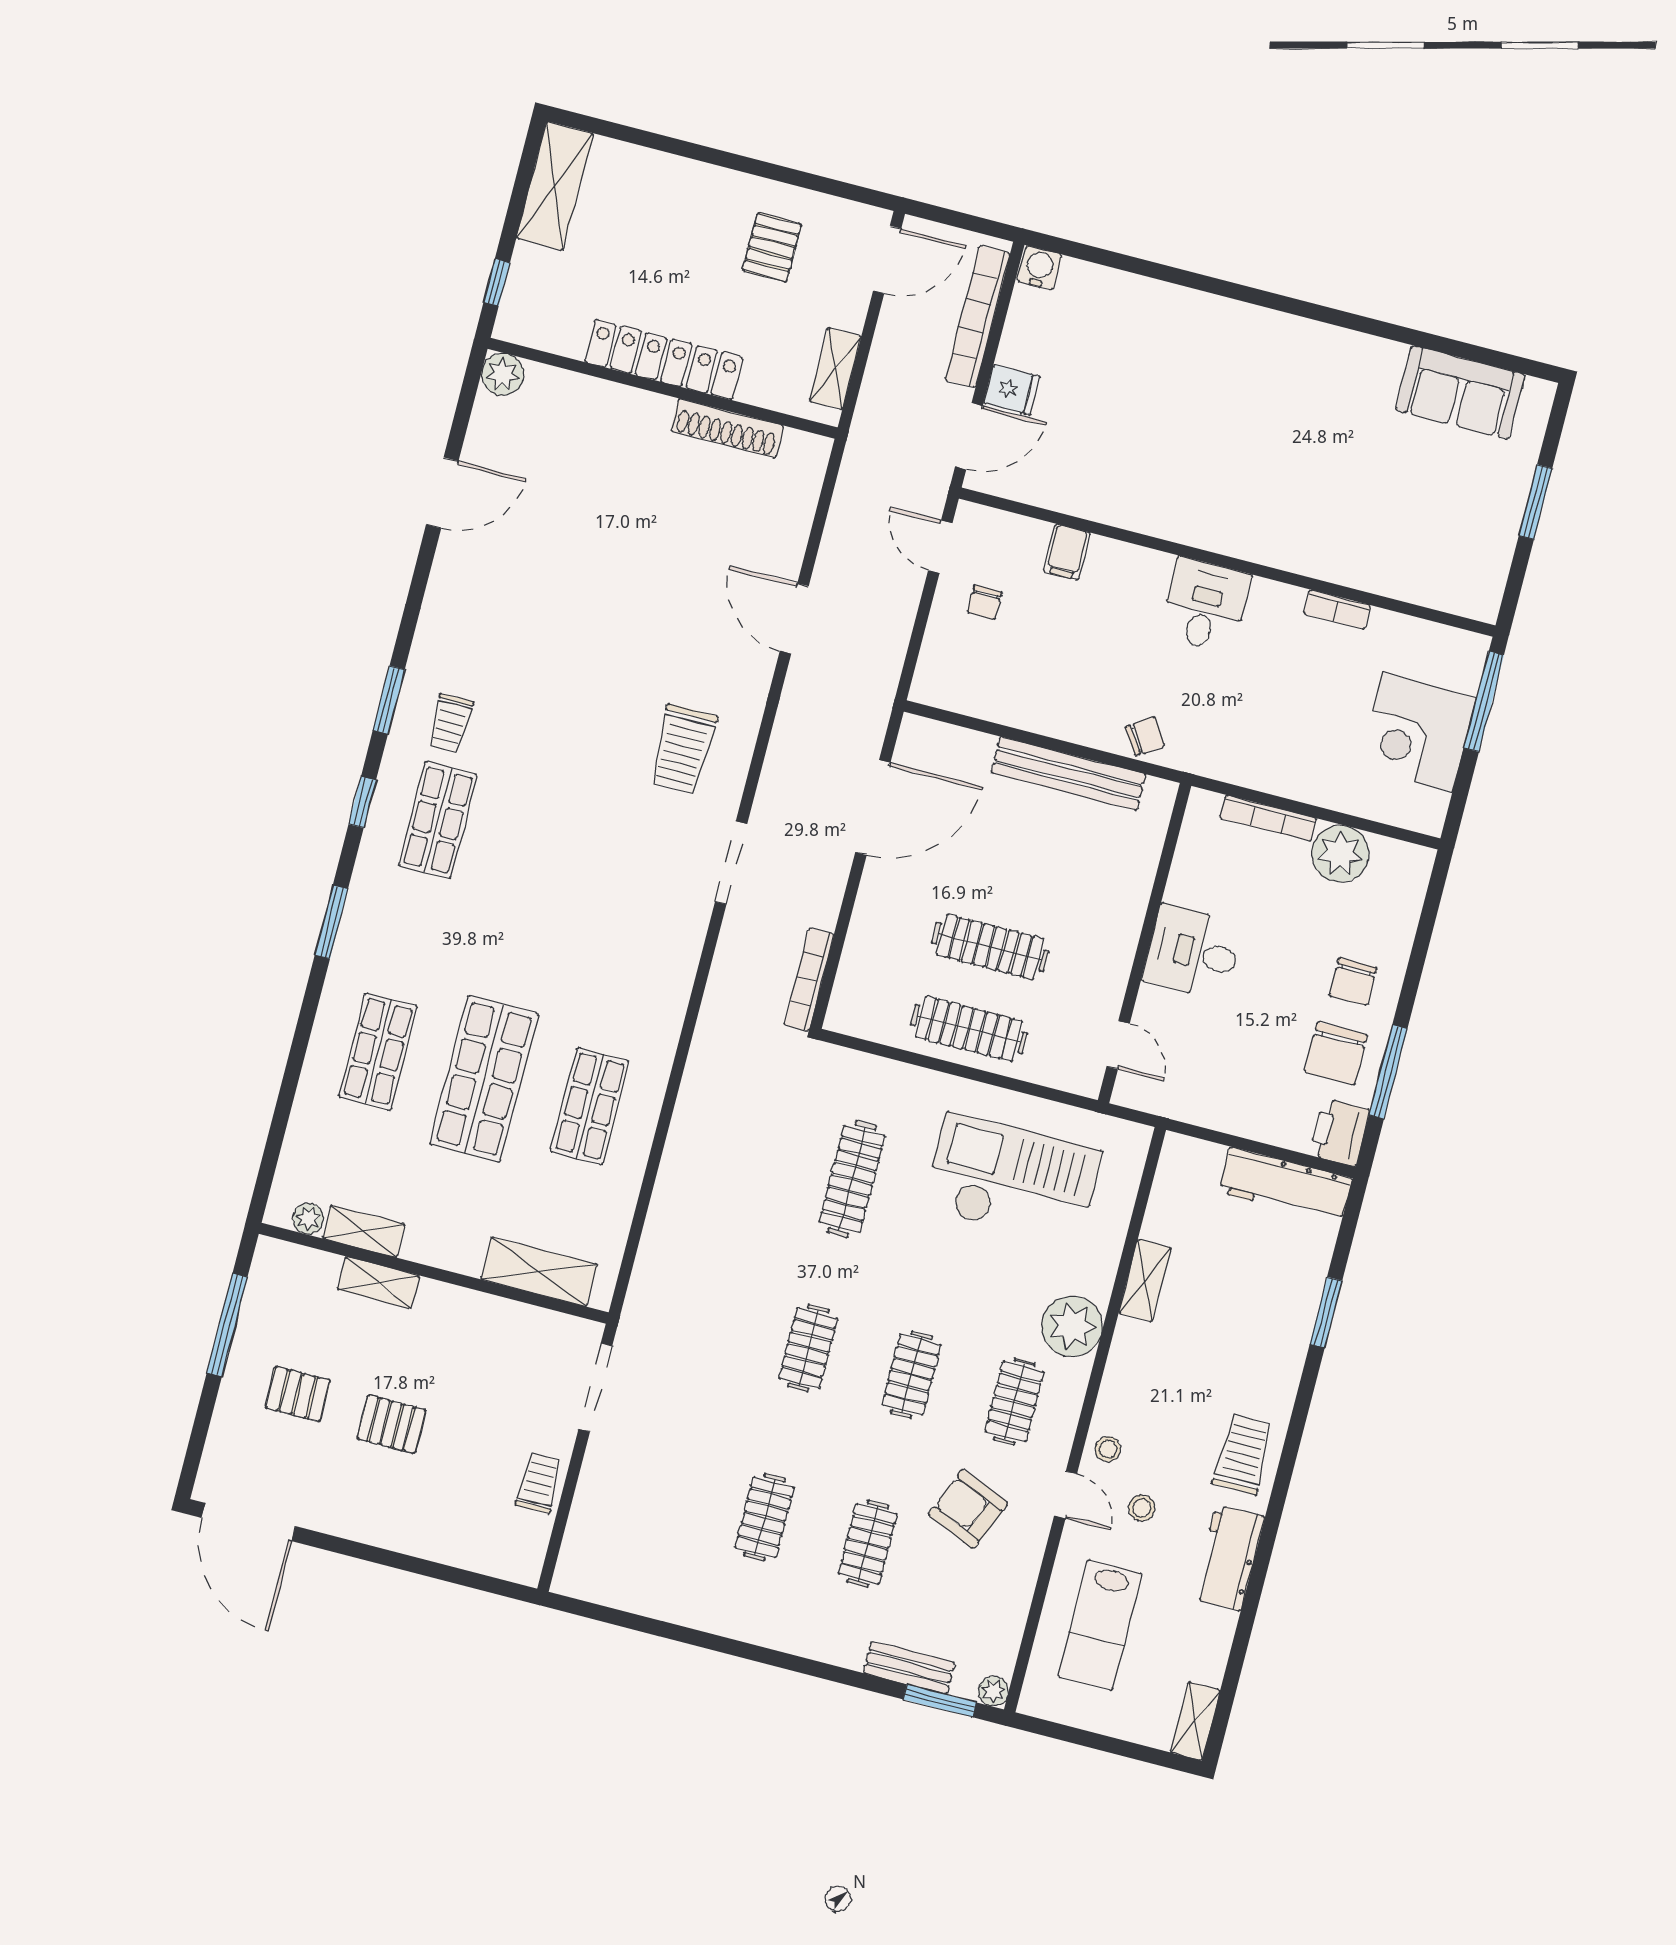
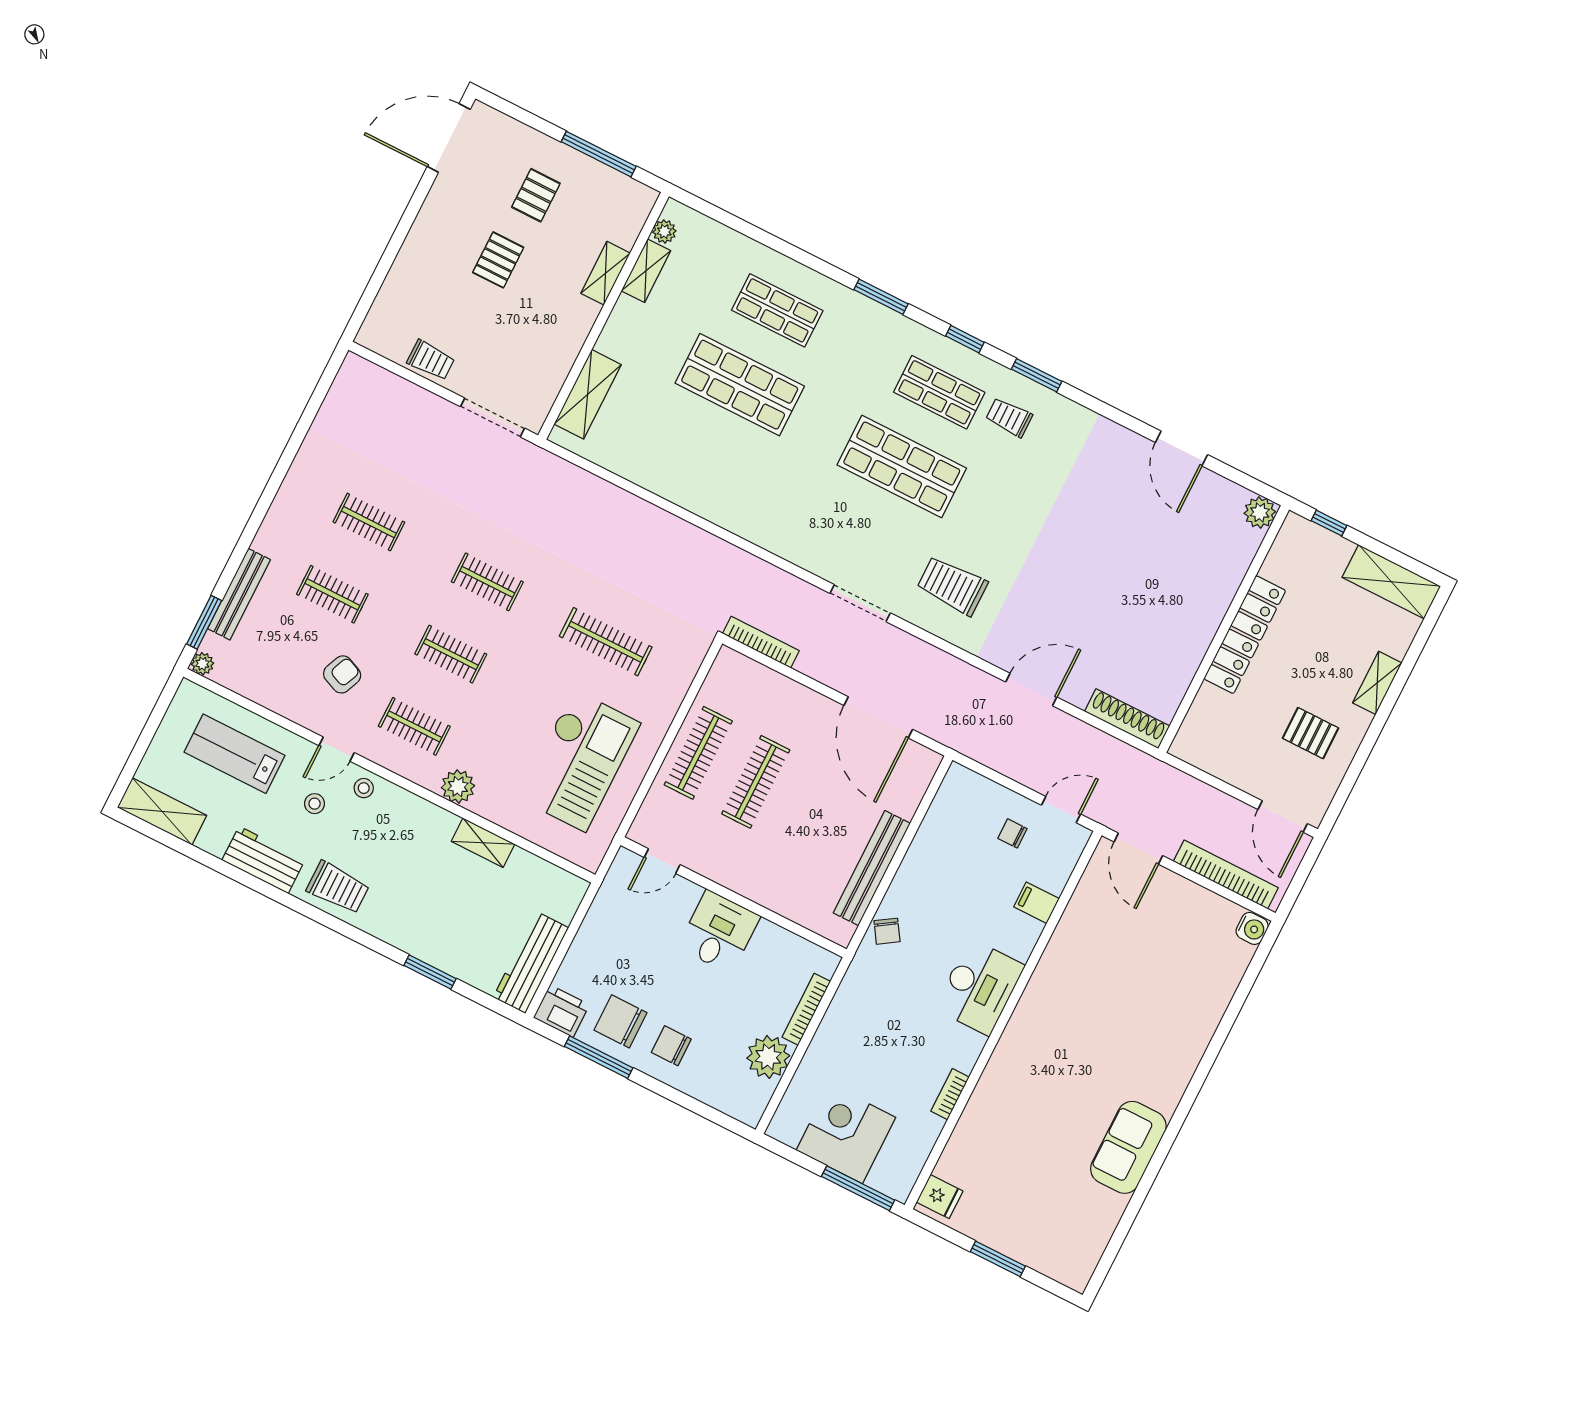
shelving: (835, 369) -> (1377, 683), moved, turned 90
fridge: (1012, 390) -> (940, 1197), moved, turned -90
sofa: (1460, 392) -> (1128, 1147), moved
shoe rack: (727, 428) -> (1127, 719), moved, turned 90
desk: (1205, 605) -> (980, 987), width x1.37
shop shelf: (590, 1106) -> (902, 466), moved, width x1.43, depth x1.36
plant: (1072, 1326) -> (458, 787), width x0.73, depth x0.73
armchair: (968, 1509) -> (342, 674), width x0.72, depth x0.72
bench: (909, 1668) -> (239, 594), width x1.36
shelving: (1195, 1721) -> (162, 811), width x1.50, depth x1.33

